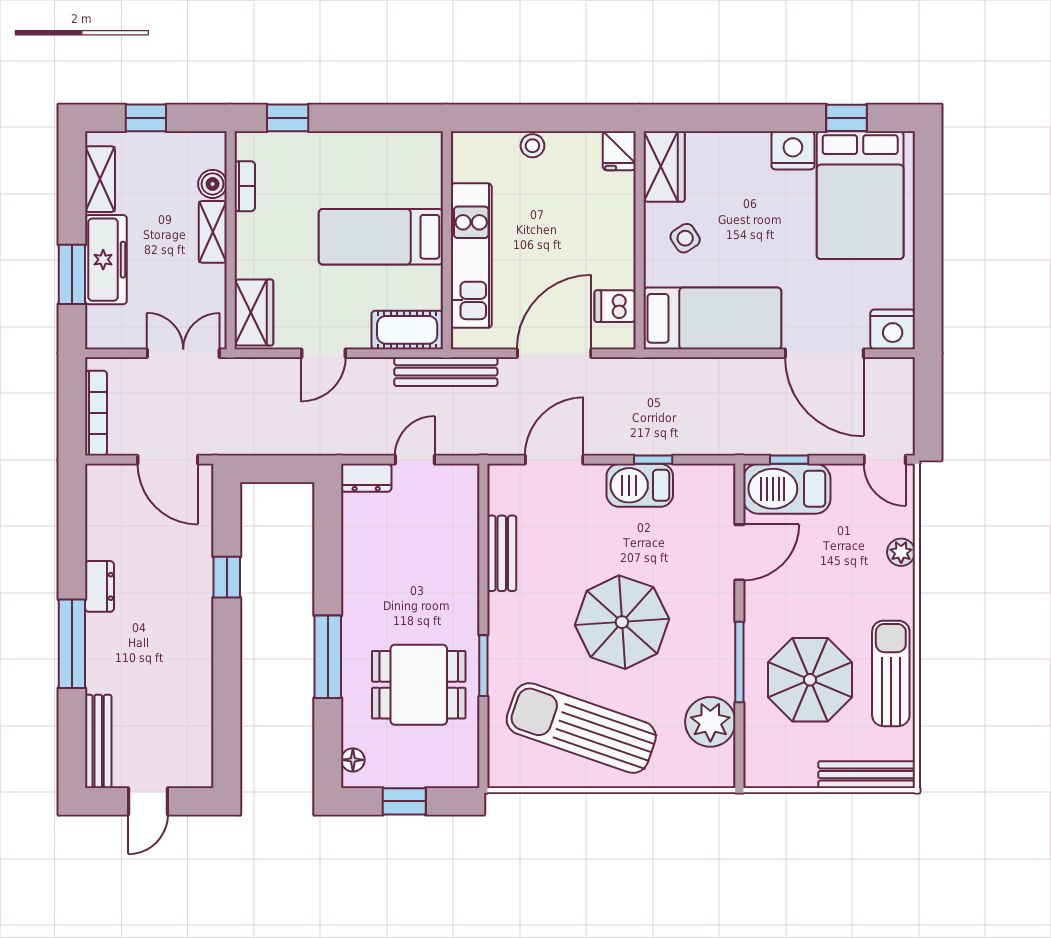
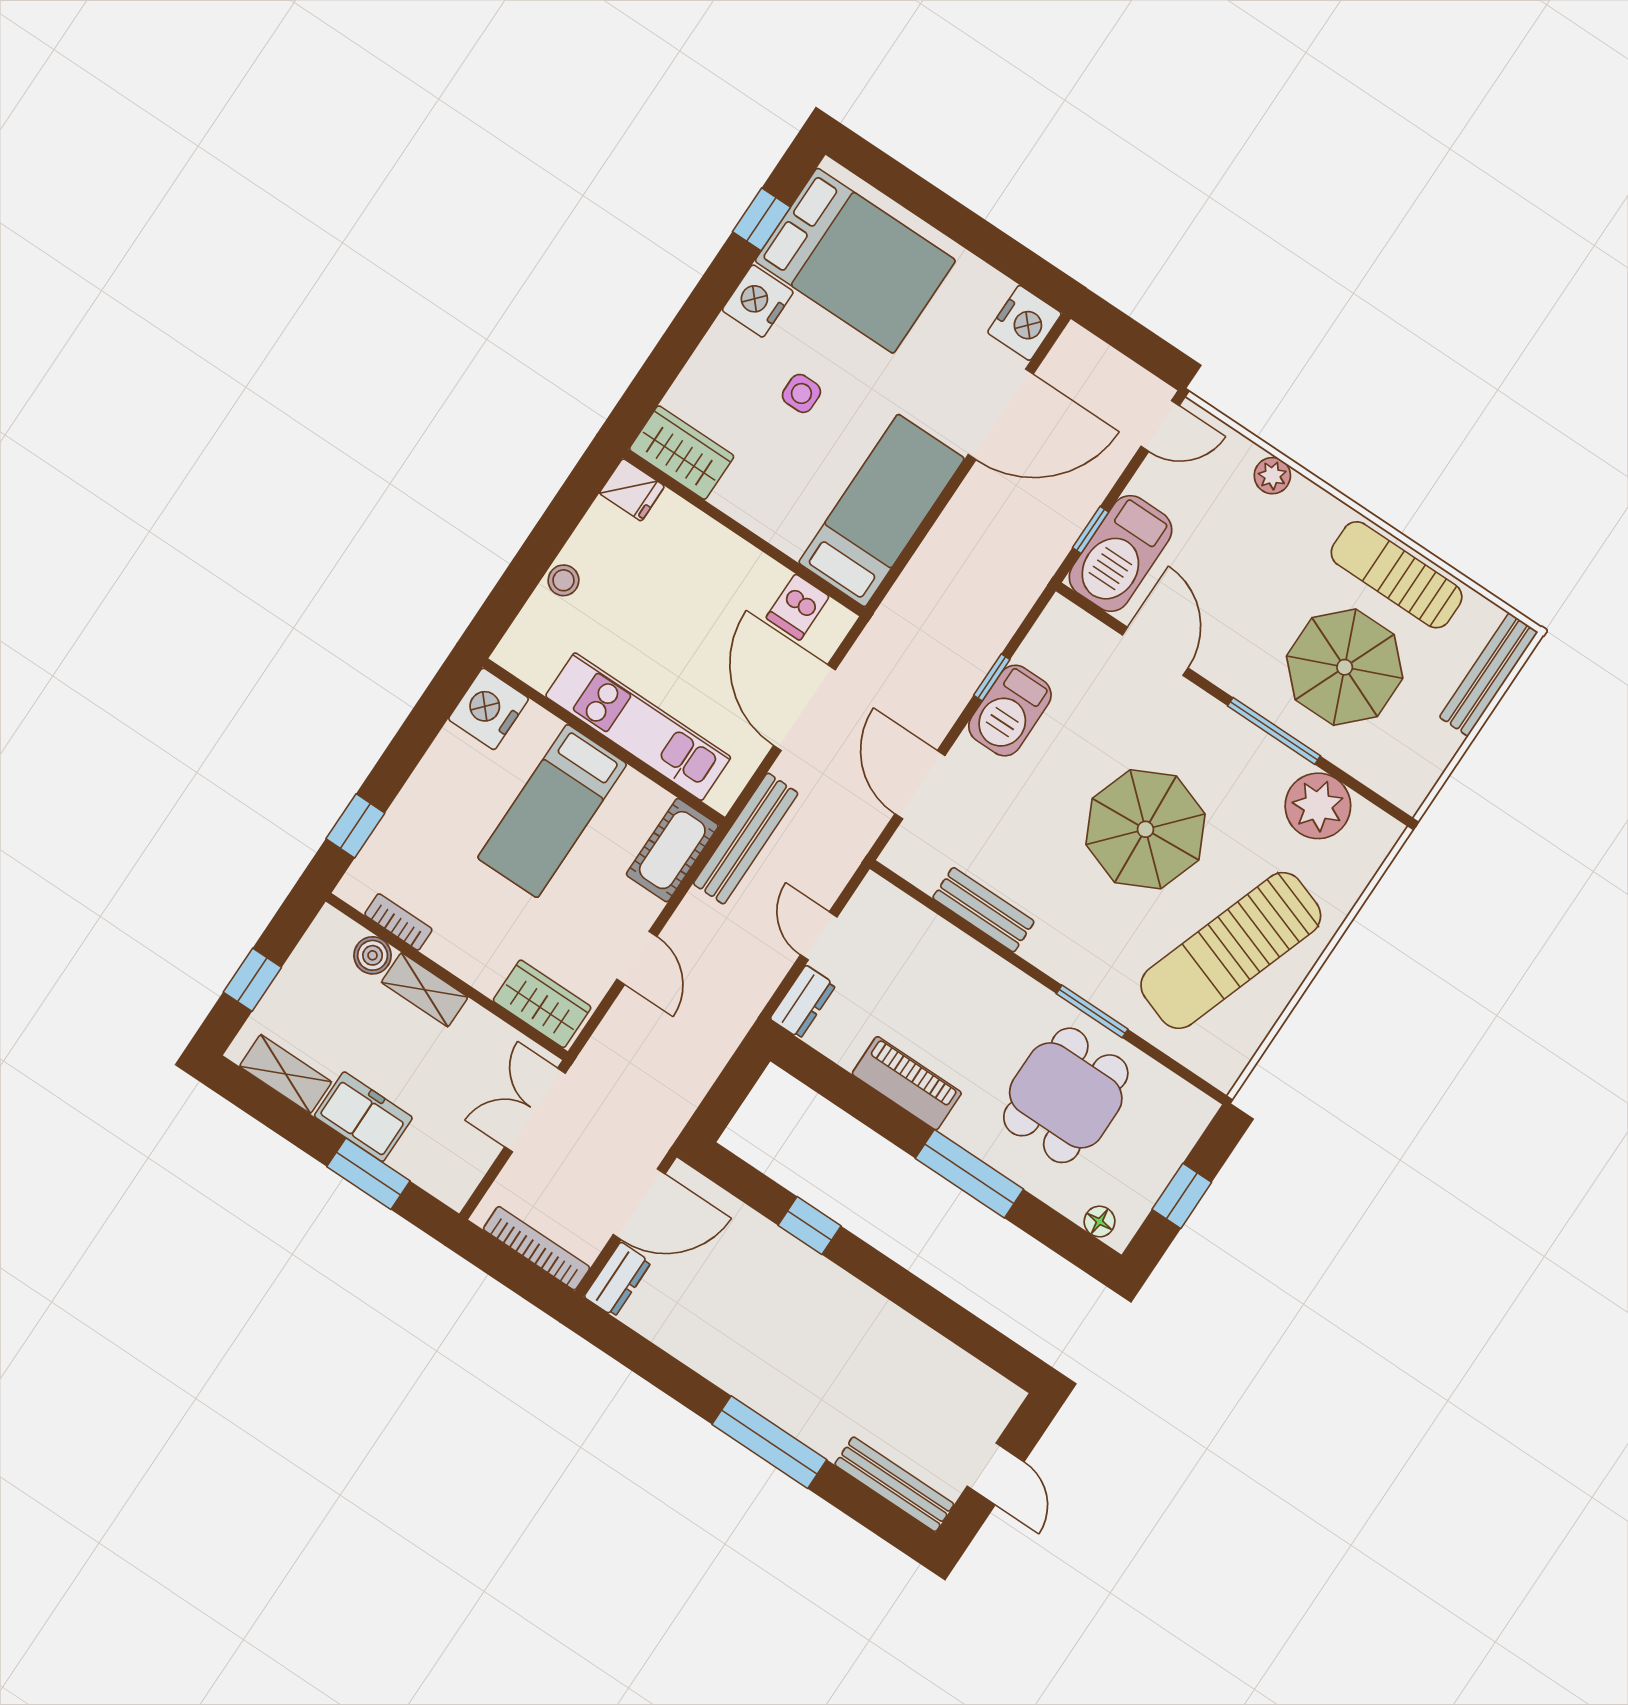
nightstand: (419, 153) -> (489, 709), added
side table: (685, 238) -> (801, 393), moved, turned 33
freezer: (106, 260) -> (363, 1117), width x0.71
piano: (359, 578) -> (907, 1083), added
dresser: (99, 586) -> (618, 1279), moved, turned 90

